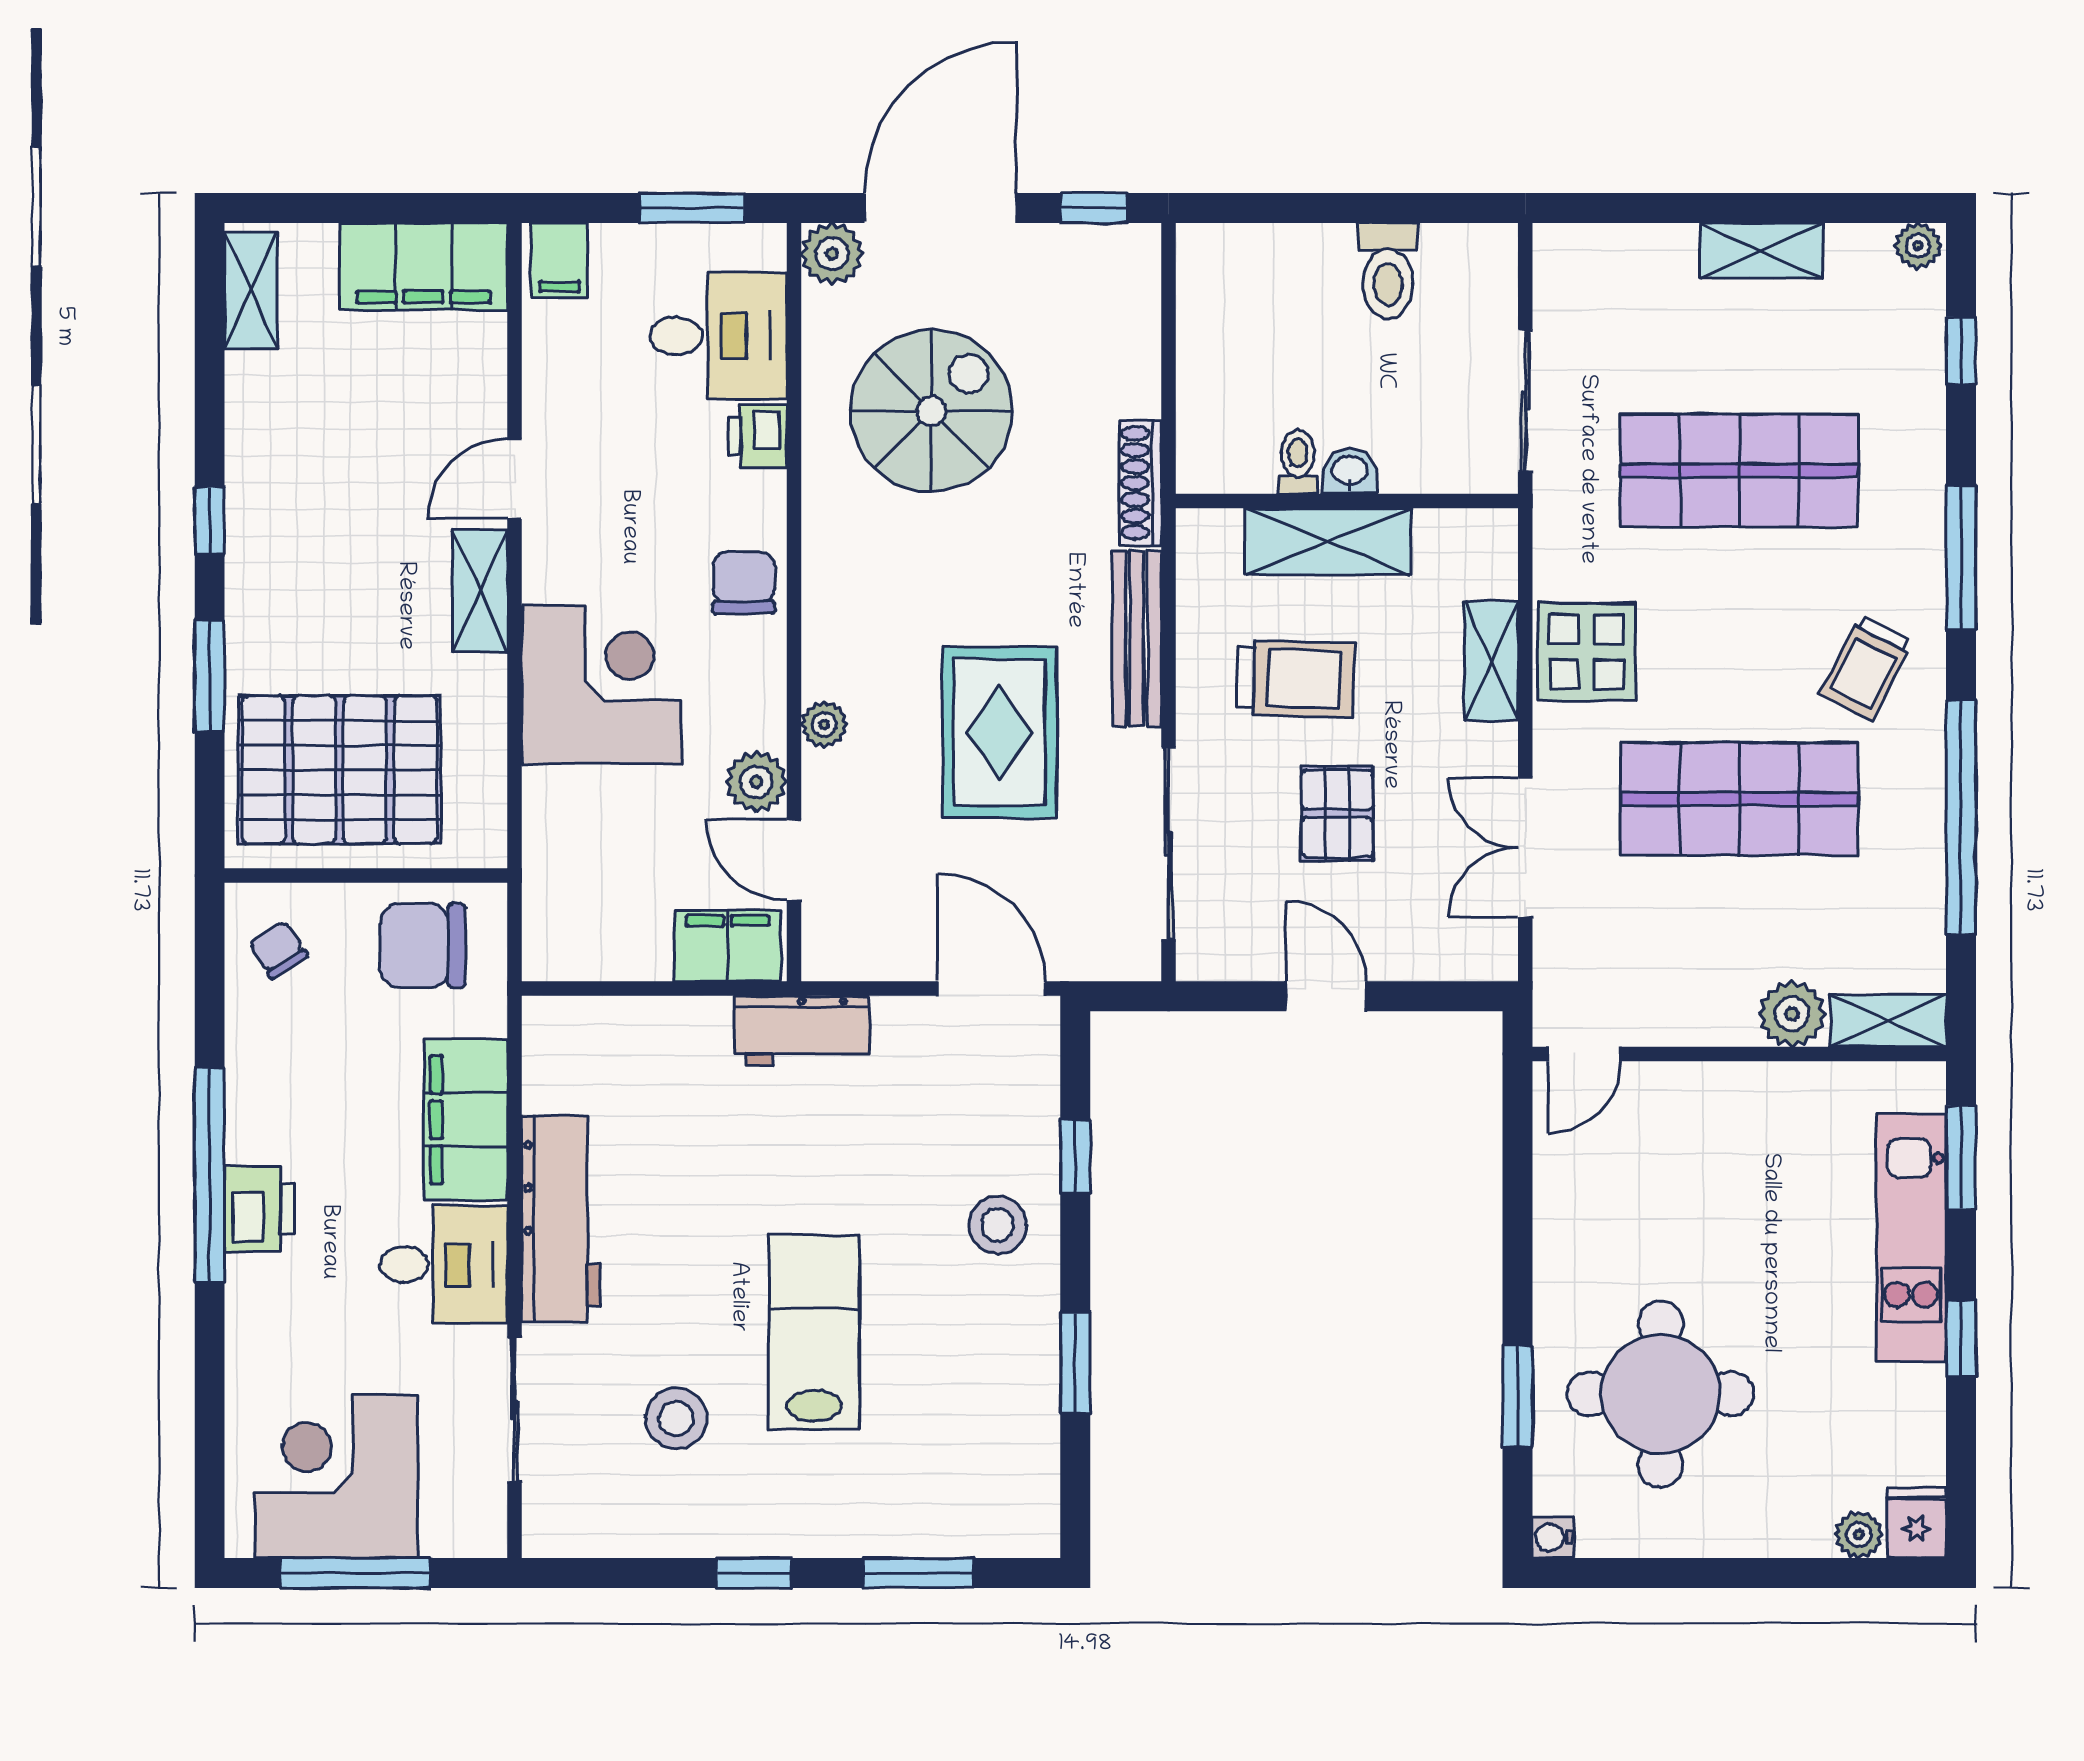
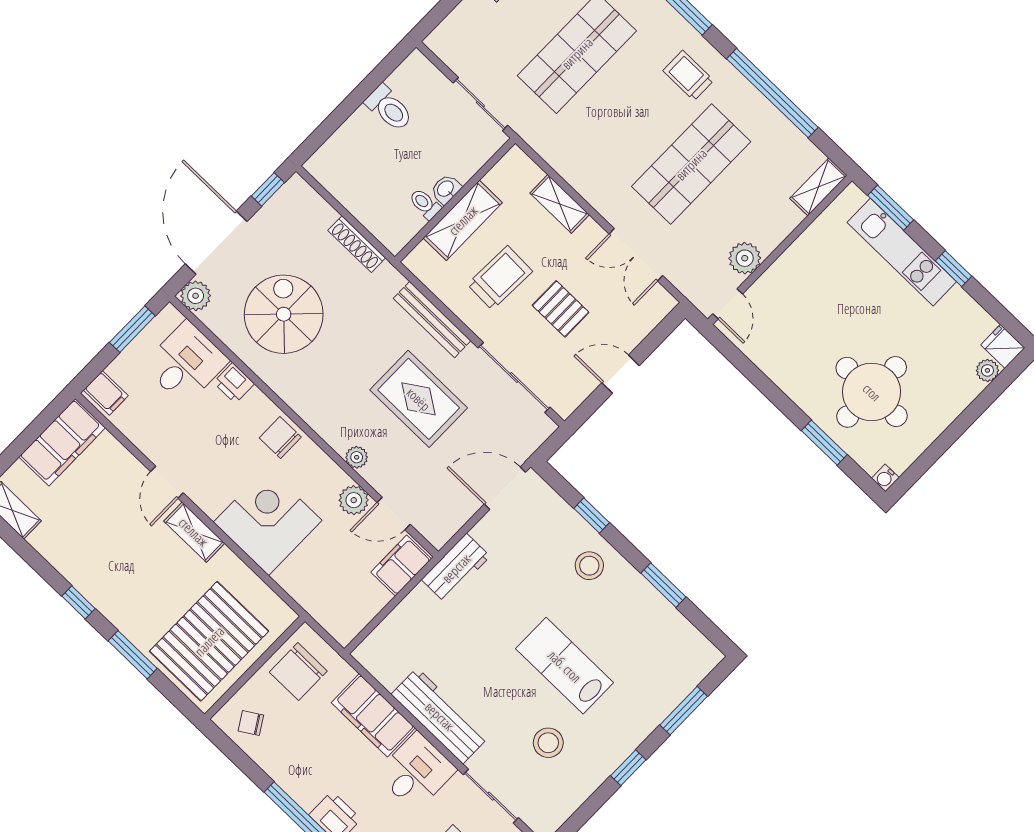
shoe rack: (1140, 483) -> (357, 244), moved
display table: (1587, 652) -> (588, 168), removed
trolley: (1866, 668) -> (688, 76), turned 153
plant: (1792, 1014) -> (745, 258), moved

